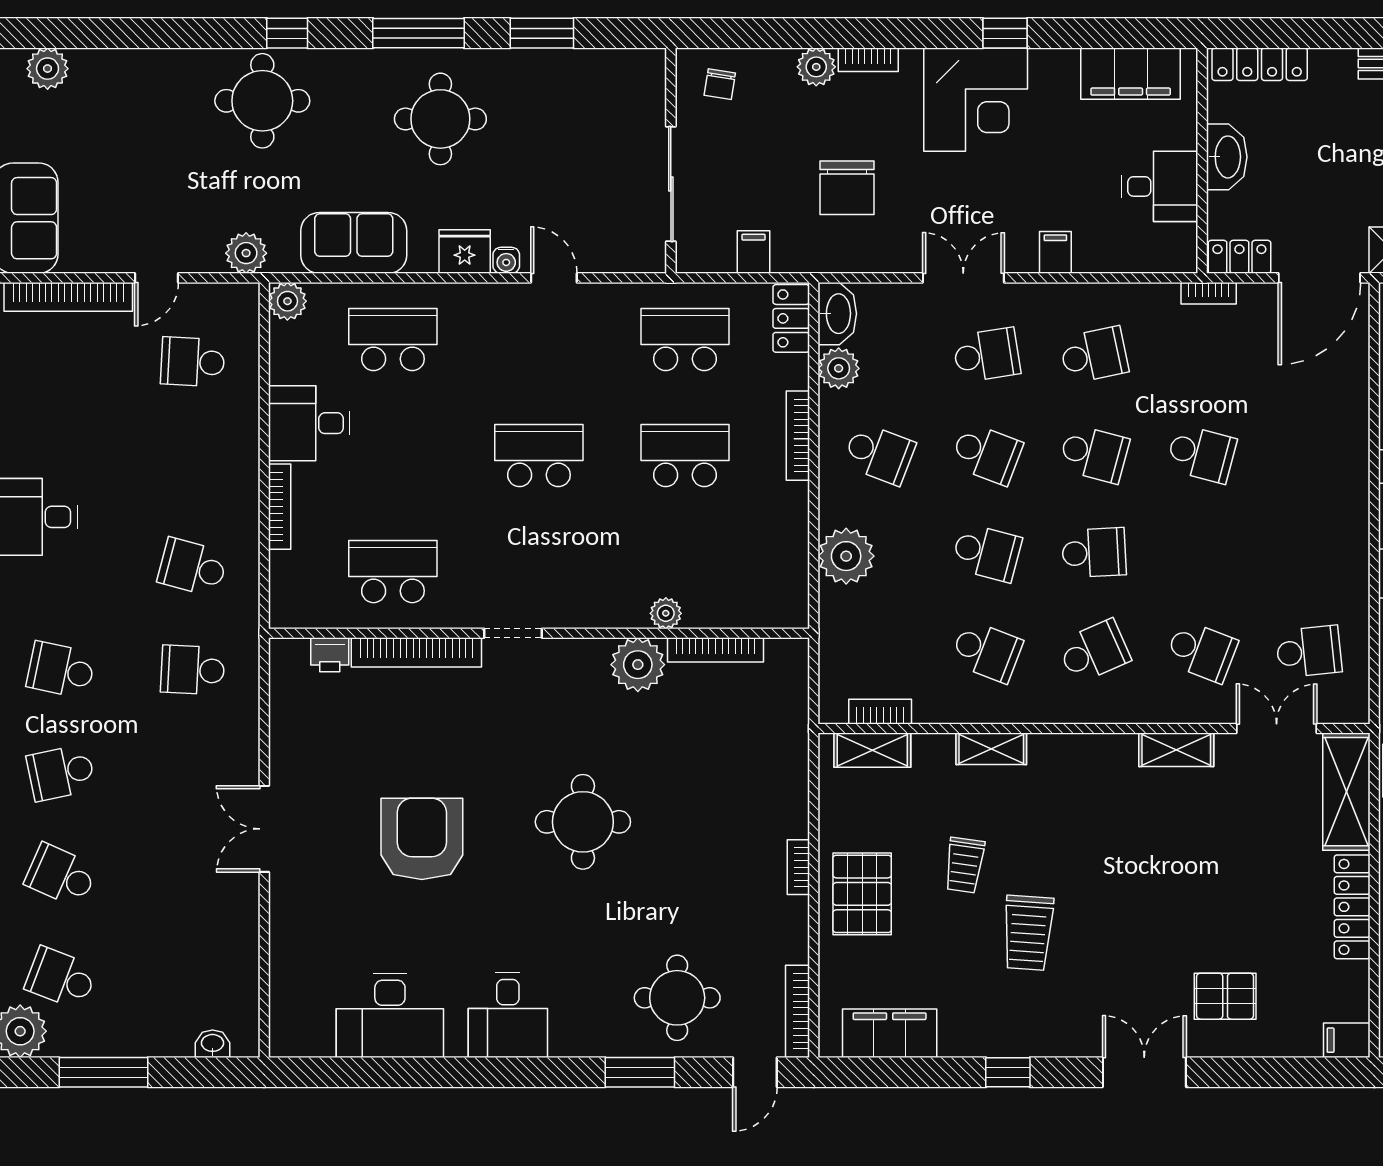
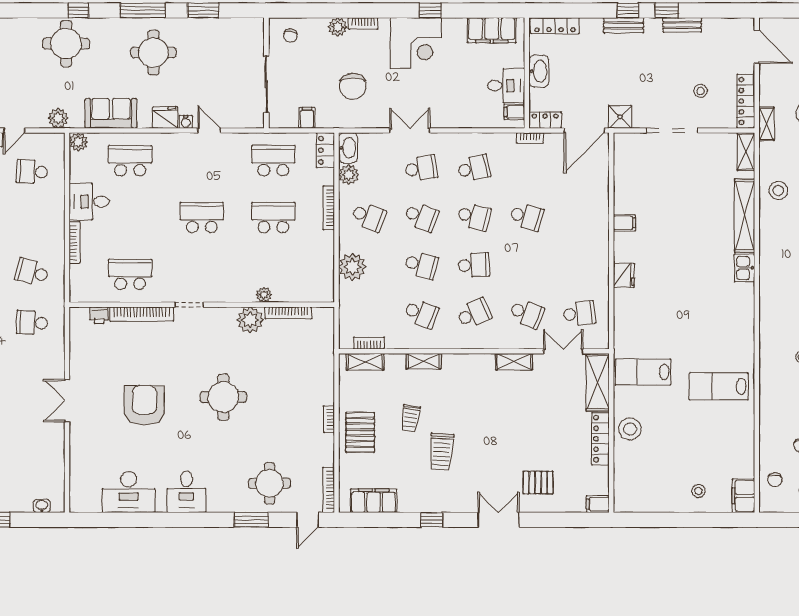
filing cabinet: (1055, 252) -> (514, 112), moved, turned -90

